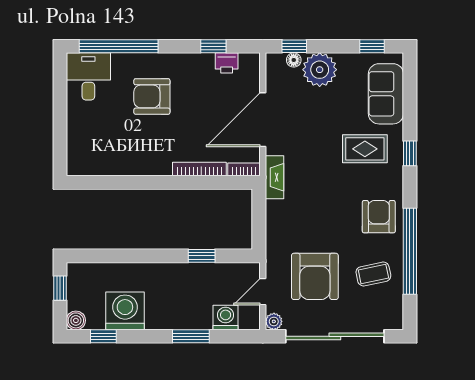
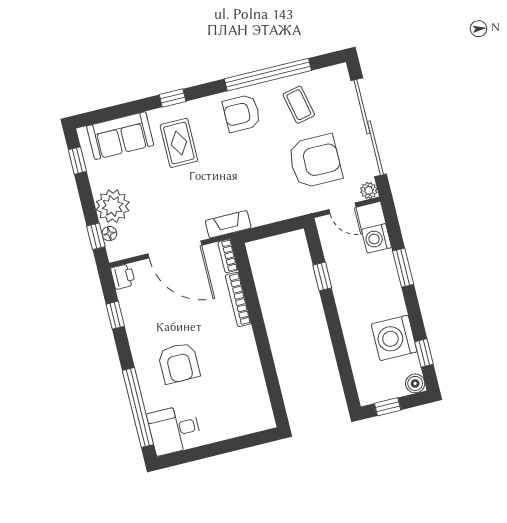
printer: (227, 63) -> (123, 276), moved

